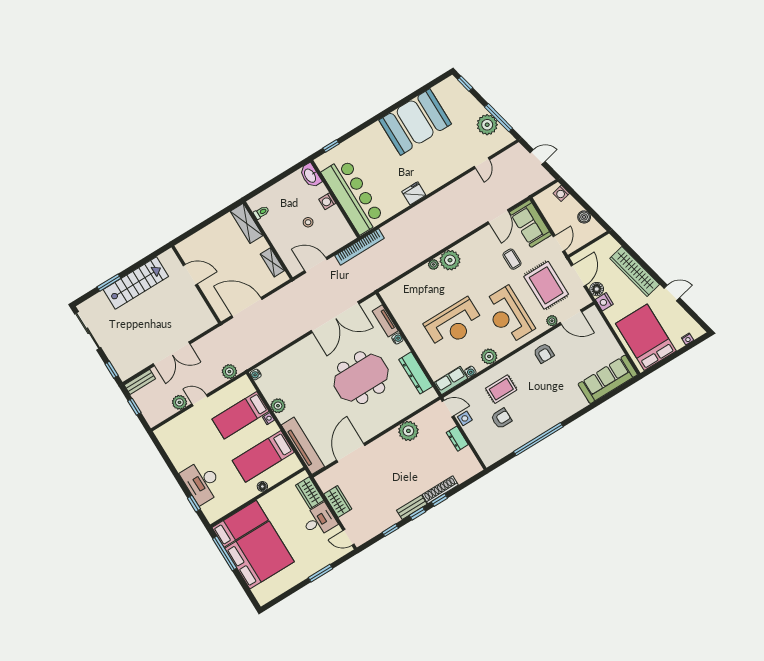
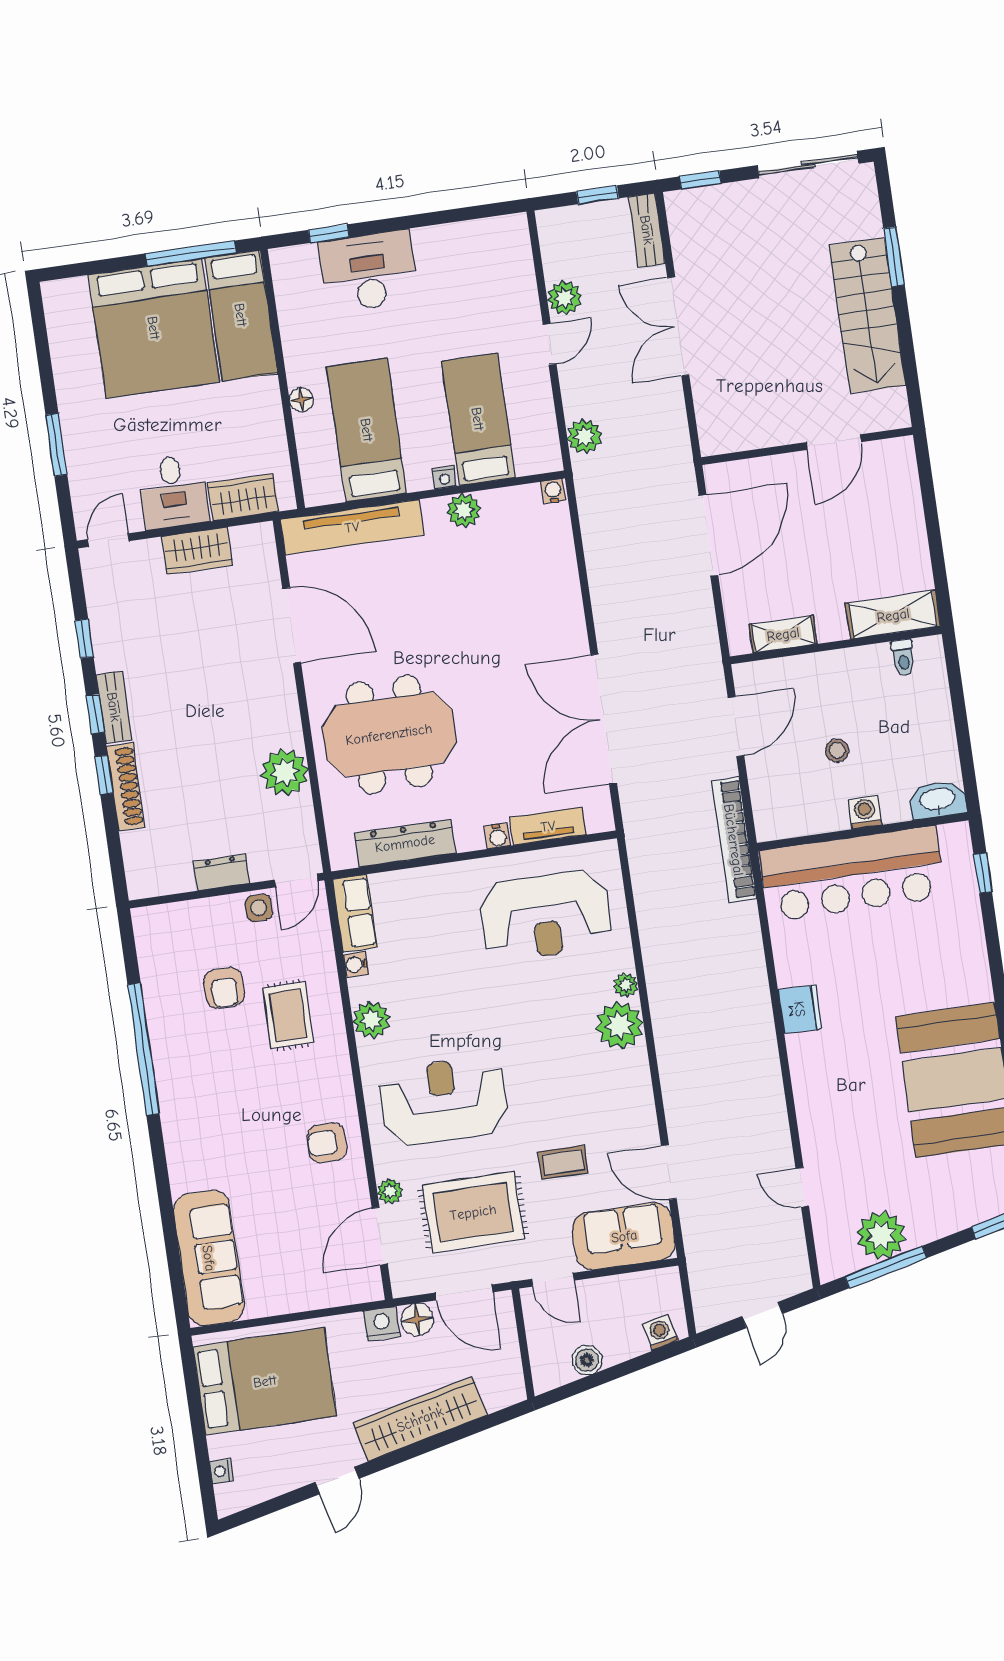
reception desk: (454, 324) -> (545, 916), moved, turned -90
meeting table: (361, 378) -> (389, 734), moved, turned 90

